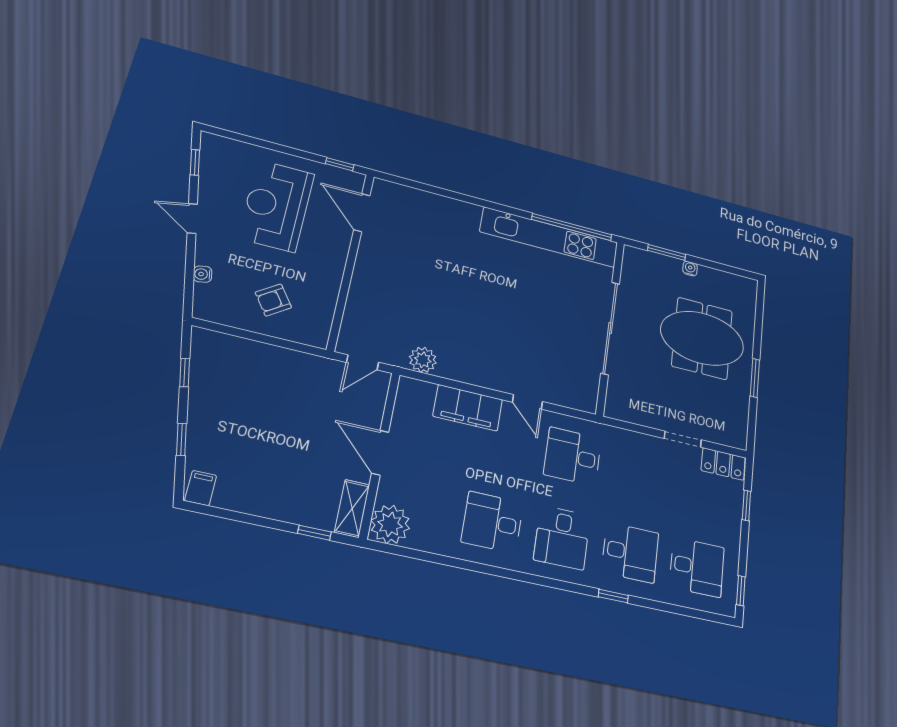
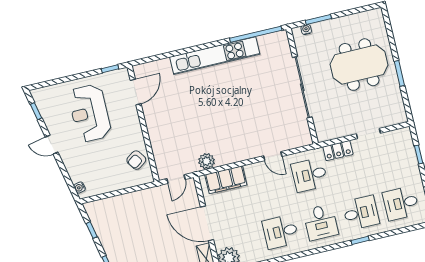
door: (362, 213) -> (136, 92), swing flipped
kitchen unit: (549, 237) -> (215, 56), moved
water cooler: (690, 269) -> (306, 29), moved
water cooler: (203, 274) -> (80, 188), moved
armchair: (273, 300) -> (136, 160), moved
filing cabinet: (468, 408) -> (226, 180), moved
door: (380, 453) -> (207, 223), width x1.36
locker: (723, 464) -> (338, 151), moved
desk: (697, 567) -> (401, 203), turned 180

